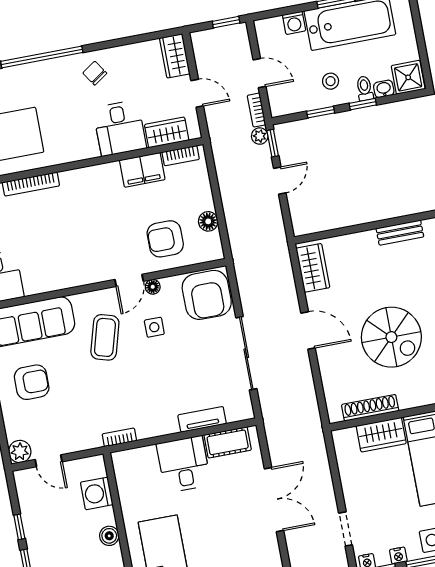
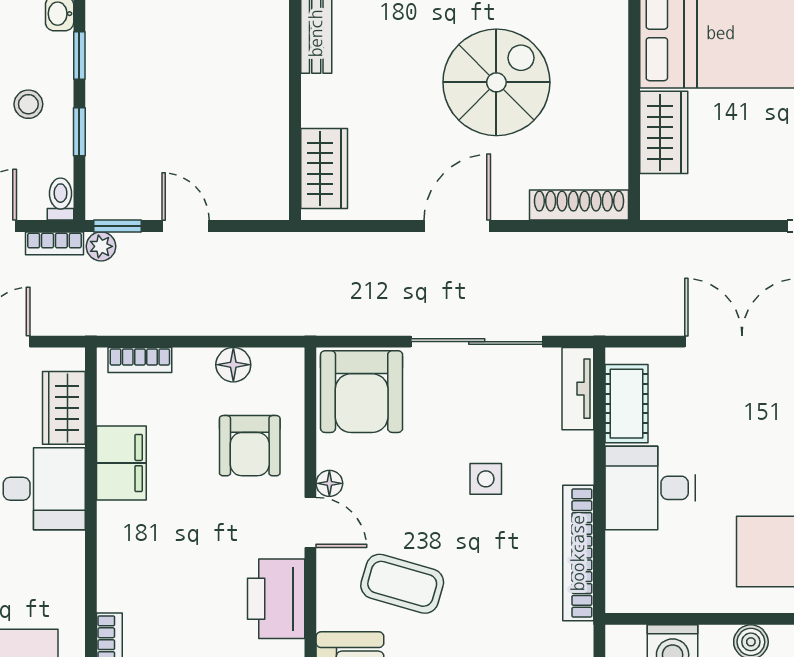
toilet: (365, 88) -> (61, 199), moved, turned 90
bookcase: (181, 156) -> (140, 360), moved, turned 90
wardrobe: (313, 268) -> (324, 169), moved, turned 90
printer: (83, 269) -> (276, 599), added
armchair: (207, 295) -> (362, 392), turned 90
side table: (154, 327) -> (486, 479), moved
shoe rack: (370, 408) -> (579, 205), moved, turned 90
tv unit: (202, 419) -> (578, 389), moved
bookcase: (119, 437) -> (578, 553), width x2.31, depth x1.31

